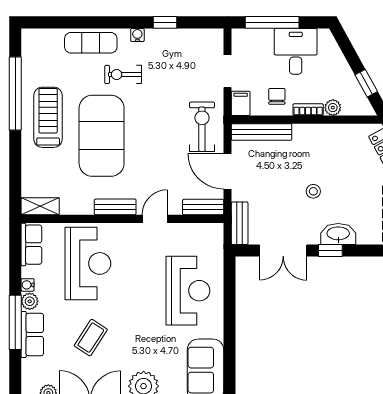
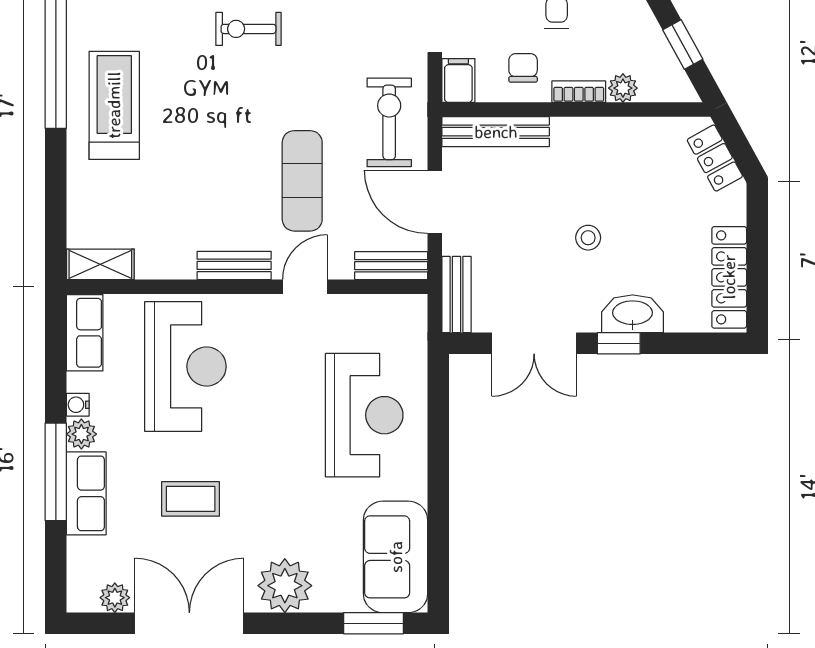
exercise mat: (102, 136) -> (302, 181), moved, width x0.50, depth x0.69
coffee table: (91, 338) -> (191, 499), turned 57

